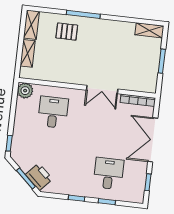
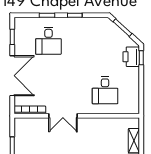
double door: (102, 90) -> (63, 116), swing flipped
plant: (25, 91) -> (132, 107), removed
printer: (39, 177) -> (131, 57), moved, turned 47

